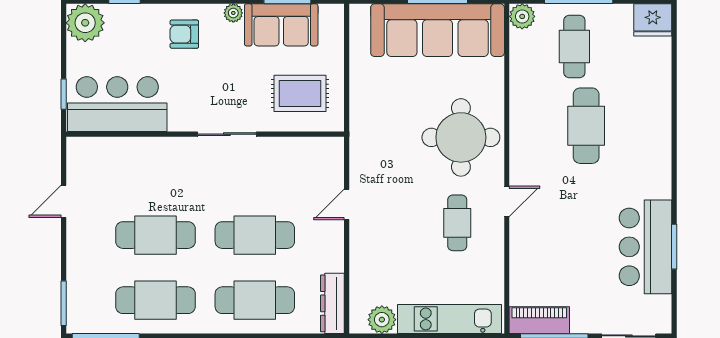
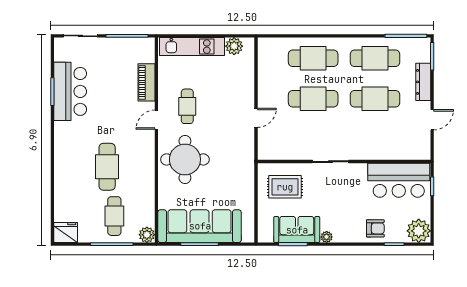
armchair: (184, 34) -> (375, 228), moved
dresser: (332, 303) -> (423, 82), moved, turned 180
piano: (539, 320) -> (147, 82), moved, turned 90

